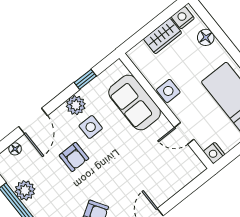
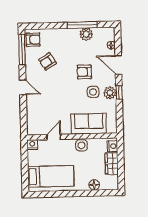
nightstand: (183, 18) -> (112, 146), moved
window: (85, 79) -> (119, 92), moved

